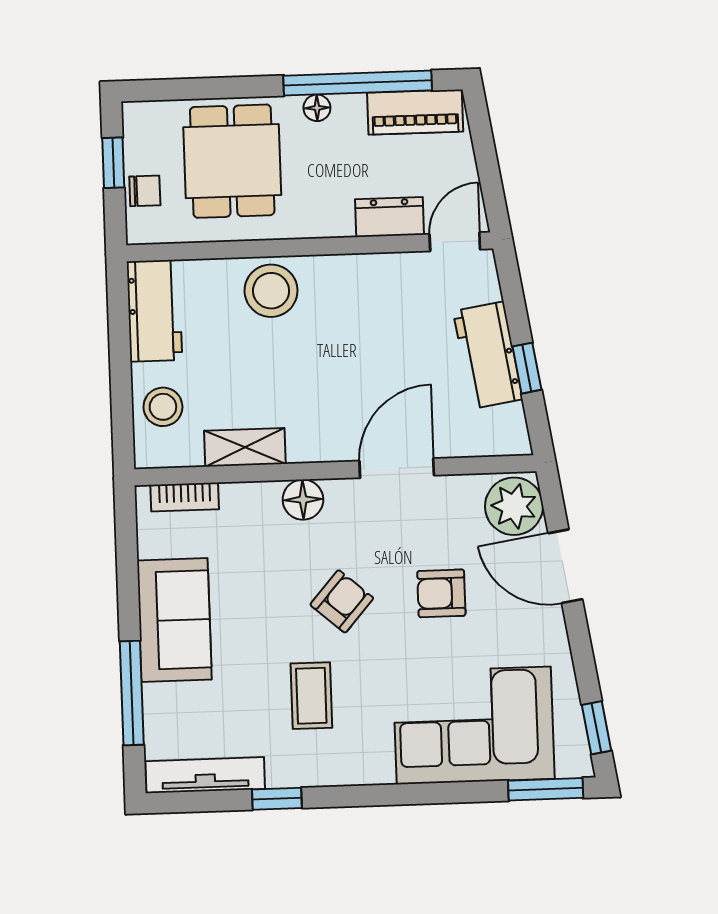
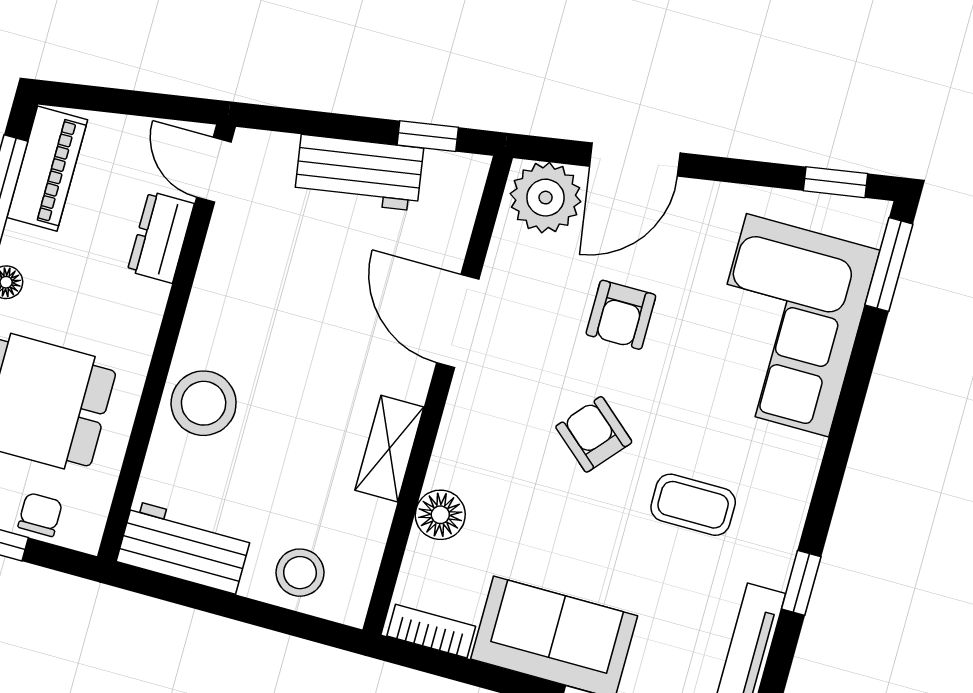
window: (527, 368) -> (428, 136), moved
shelving: (245, 447) -> (389, 449), moved
bookcase: (185, 497) -> (431, 631), moved, turned -90
floor lamp: (303, 500) -> (440, 515), moved

